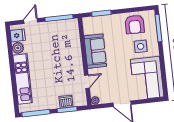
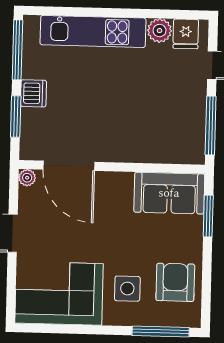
armchair: (135, 24) -> (175, 282), turned 90
sofa: (95, 51) -> (169, 193), moved
door: (87, 82) -> (69, 166), width x1.88
dishwasher: (66, 102) -> (33, 93), moved

